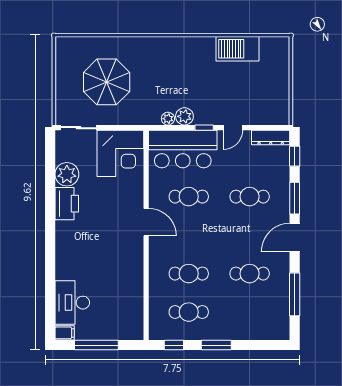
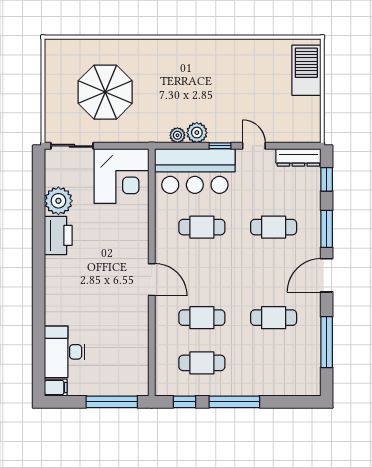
barbecue: (238, 49) -> (306, 70), moved, turned 90
door: (233, 128) -> (254, 146), swing flipped
door: (146, 222) -> (152, 280), moved
window: (96, 345) -> (112, 402), moved
window: (216, 345) -> (234, 402), width x1.44

